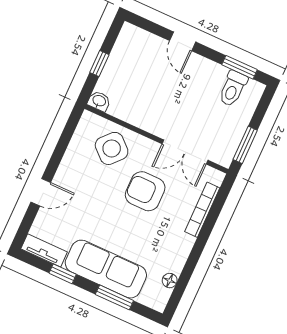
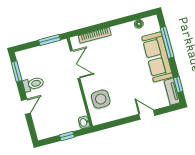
toilet: (233, 89) -> (33, 84), moved
side table: (112, 148) -> (101, 99), turned 45
armchair: (145, 191) -> (108, 68), removed
window: (63, 274) -> (178, 85), moved
window: (114, 297) -> (167, 42), width x1.44

